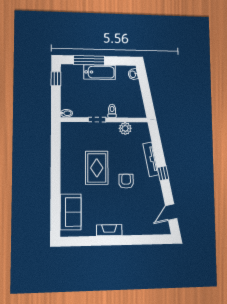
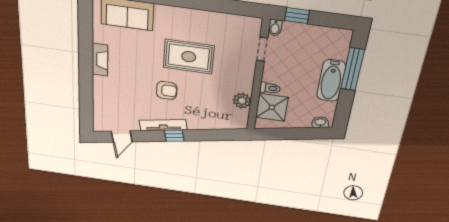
window: (56, 79) -> (297, 16), moved
shower: (127, 108) -> (272, 107), added
doorway: (97, 120) -> (262, 49), moved
tv unit: (151, 159) -> (163, 125), moved
door: (171, 212) -> (122, 136), swing flipped

